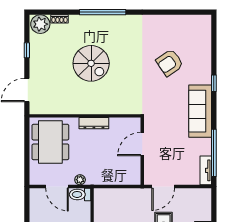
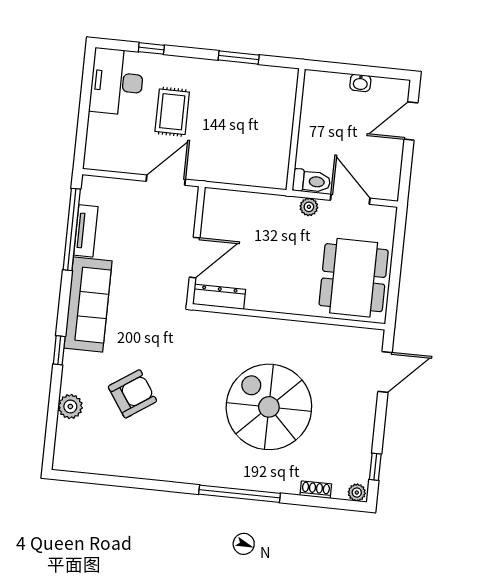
plant: (40, 24) -> (357, 493), width x0.53, depth x0.53
window: (27, 50) -> (375, 467), moved
plant: (204, 52) -> (70, 406), added
spiral stairs: (91, 63) -> (269, 407), width x1.37, depth x1.37
dresser: (94, 123) -> (219, 297), moved
tv unit: (206, 170) -> (86, 231), moved

